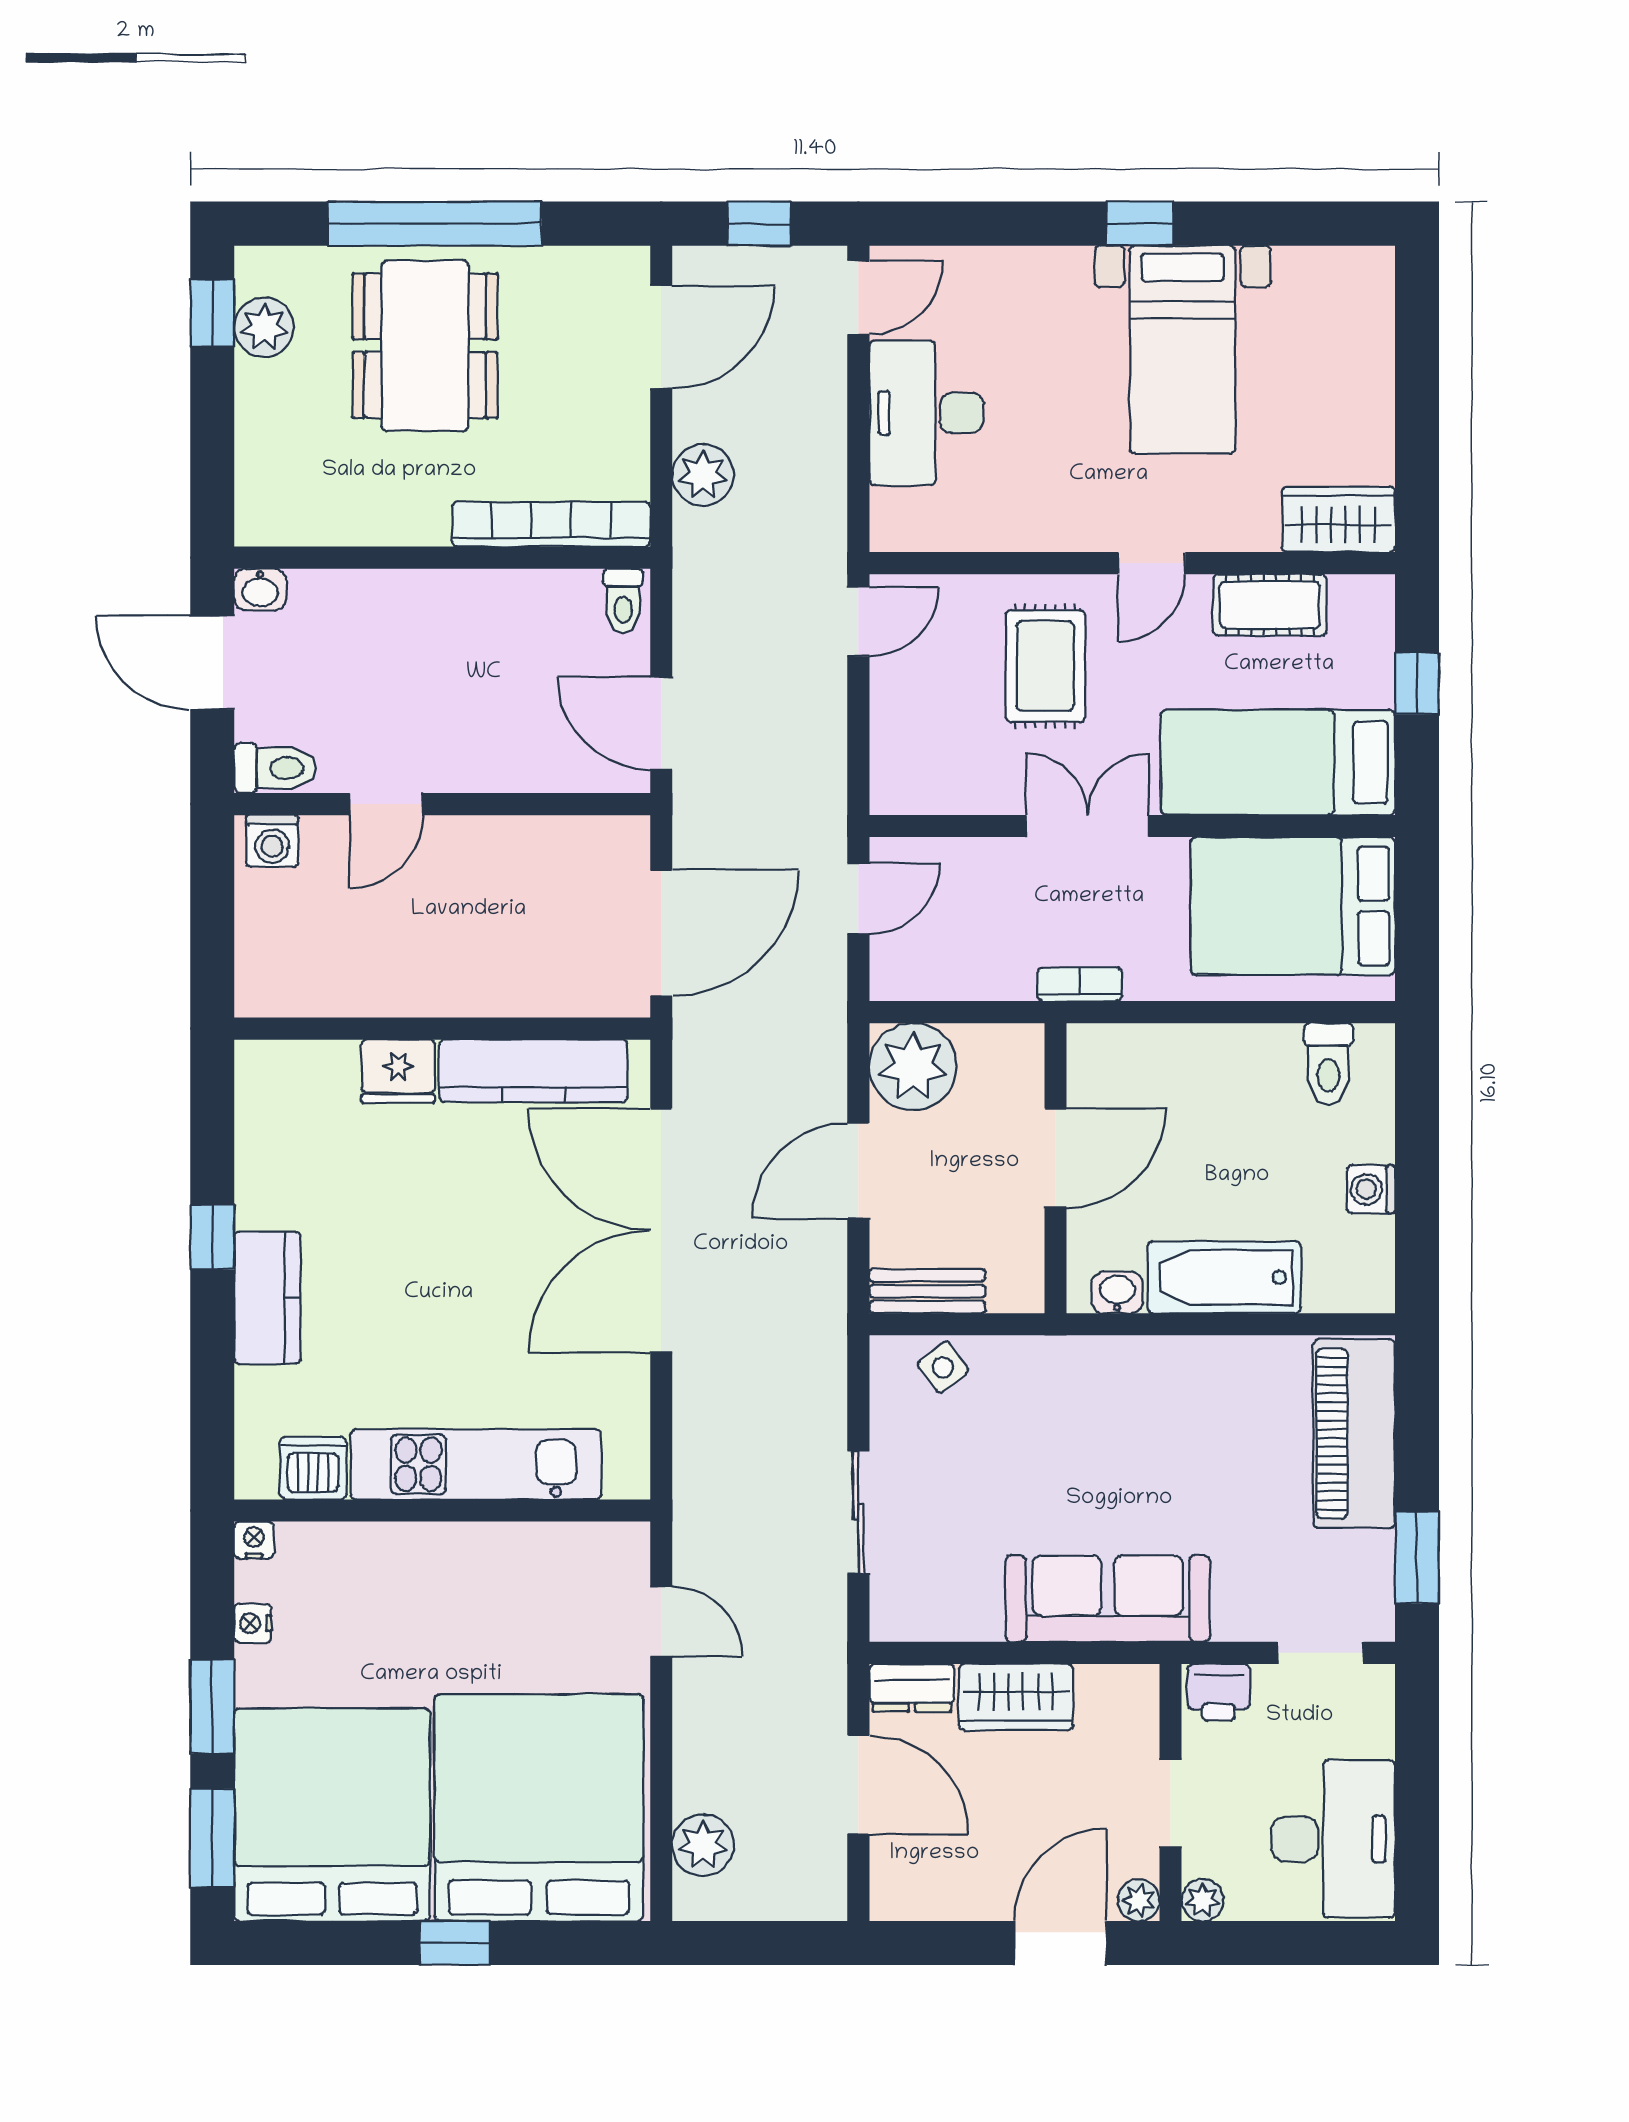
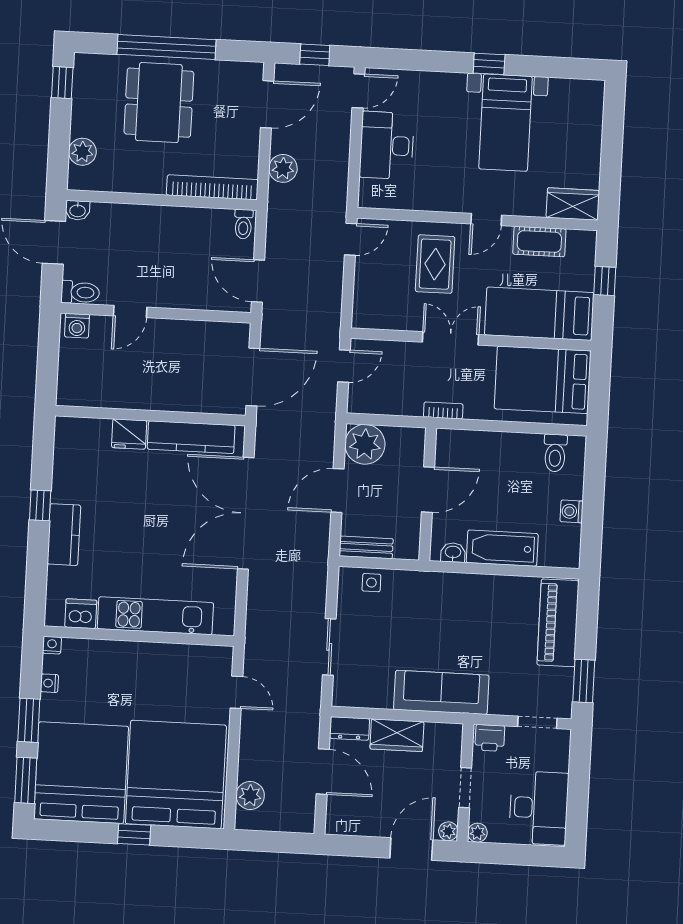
plant: (264, 327) -> (82, 152), moved
side table: (943, 1367) -> (371, 583), turned 37

